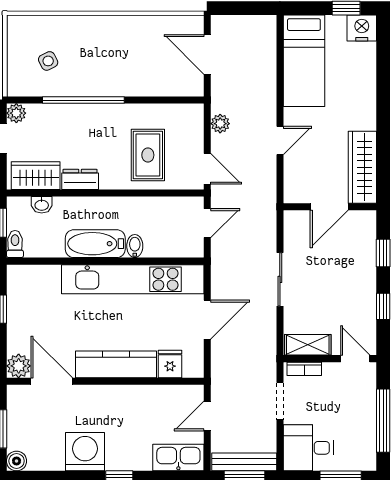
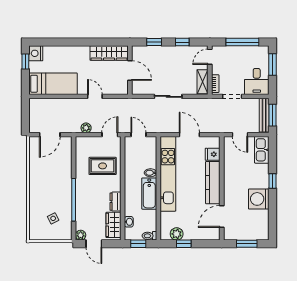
plant: (19, 366) -> (177, 234), moved
boiler: (17, 461) -> (264, 235), removed

